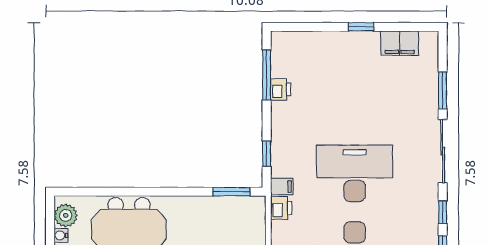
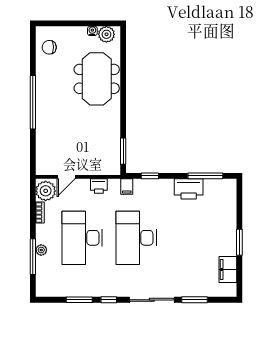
window: (361, 27) -> (239, 242), width x1.50
printer: (280, 89) -> (189, 189), width x1.87, depth x1.48
desk: (355, 173) -> (136, 238), turned 180
printer: (281, 208) -> (99, 186), moved

